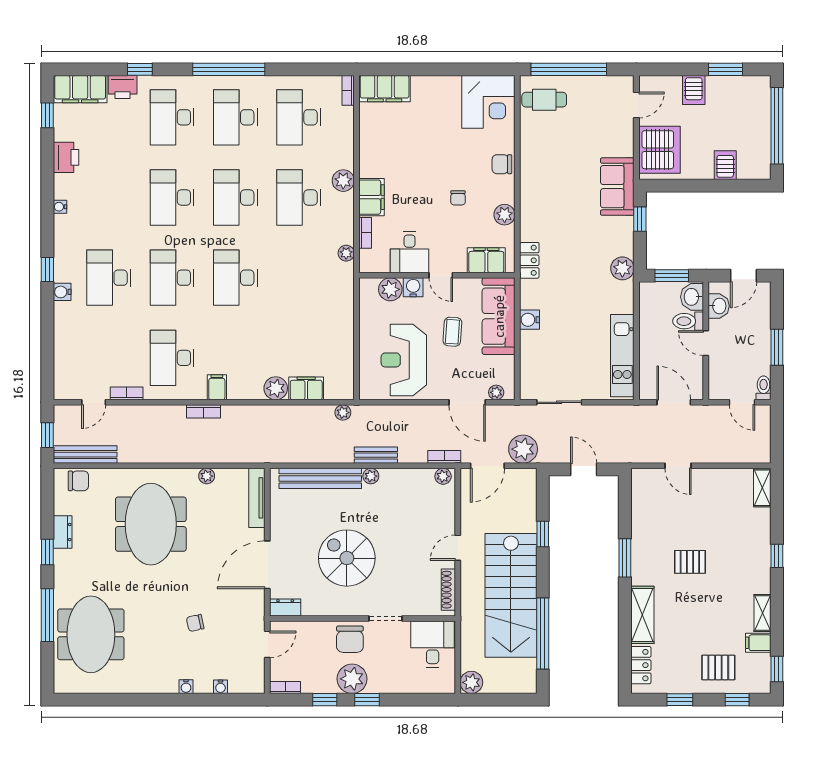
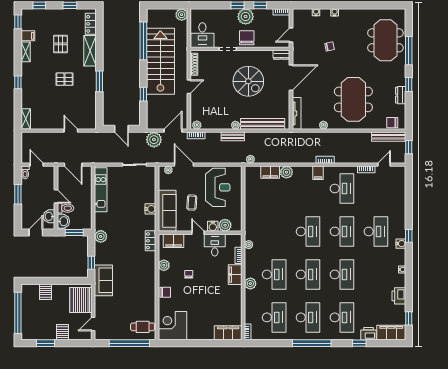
water cooler: (62, 292) -> (401, 244), moved
pallet: (718, 667) -> (61, 44), moved, turned 90

